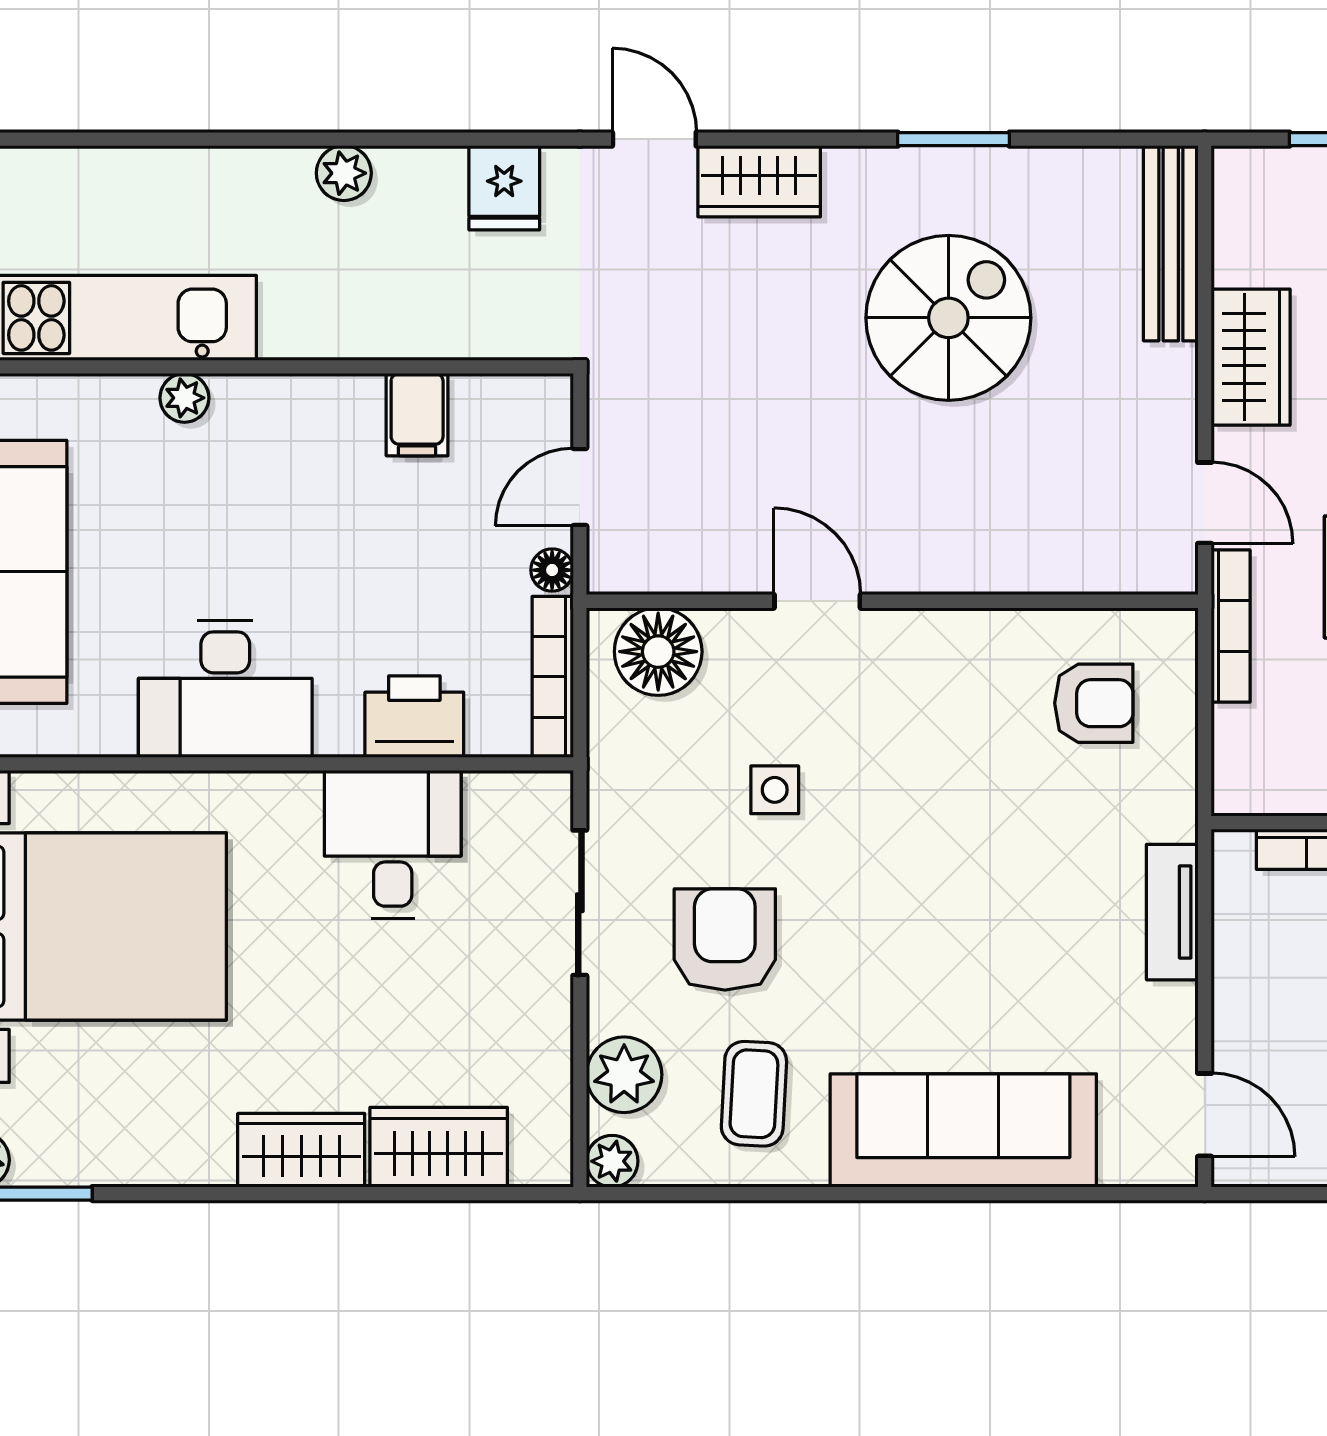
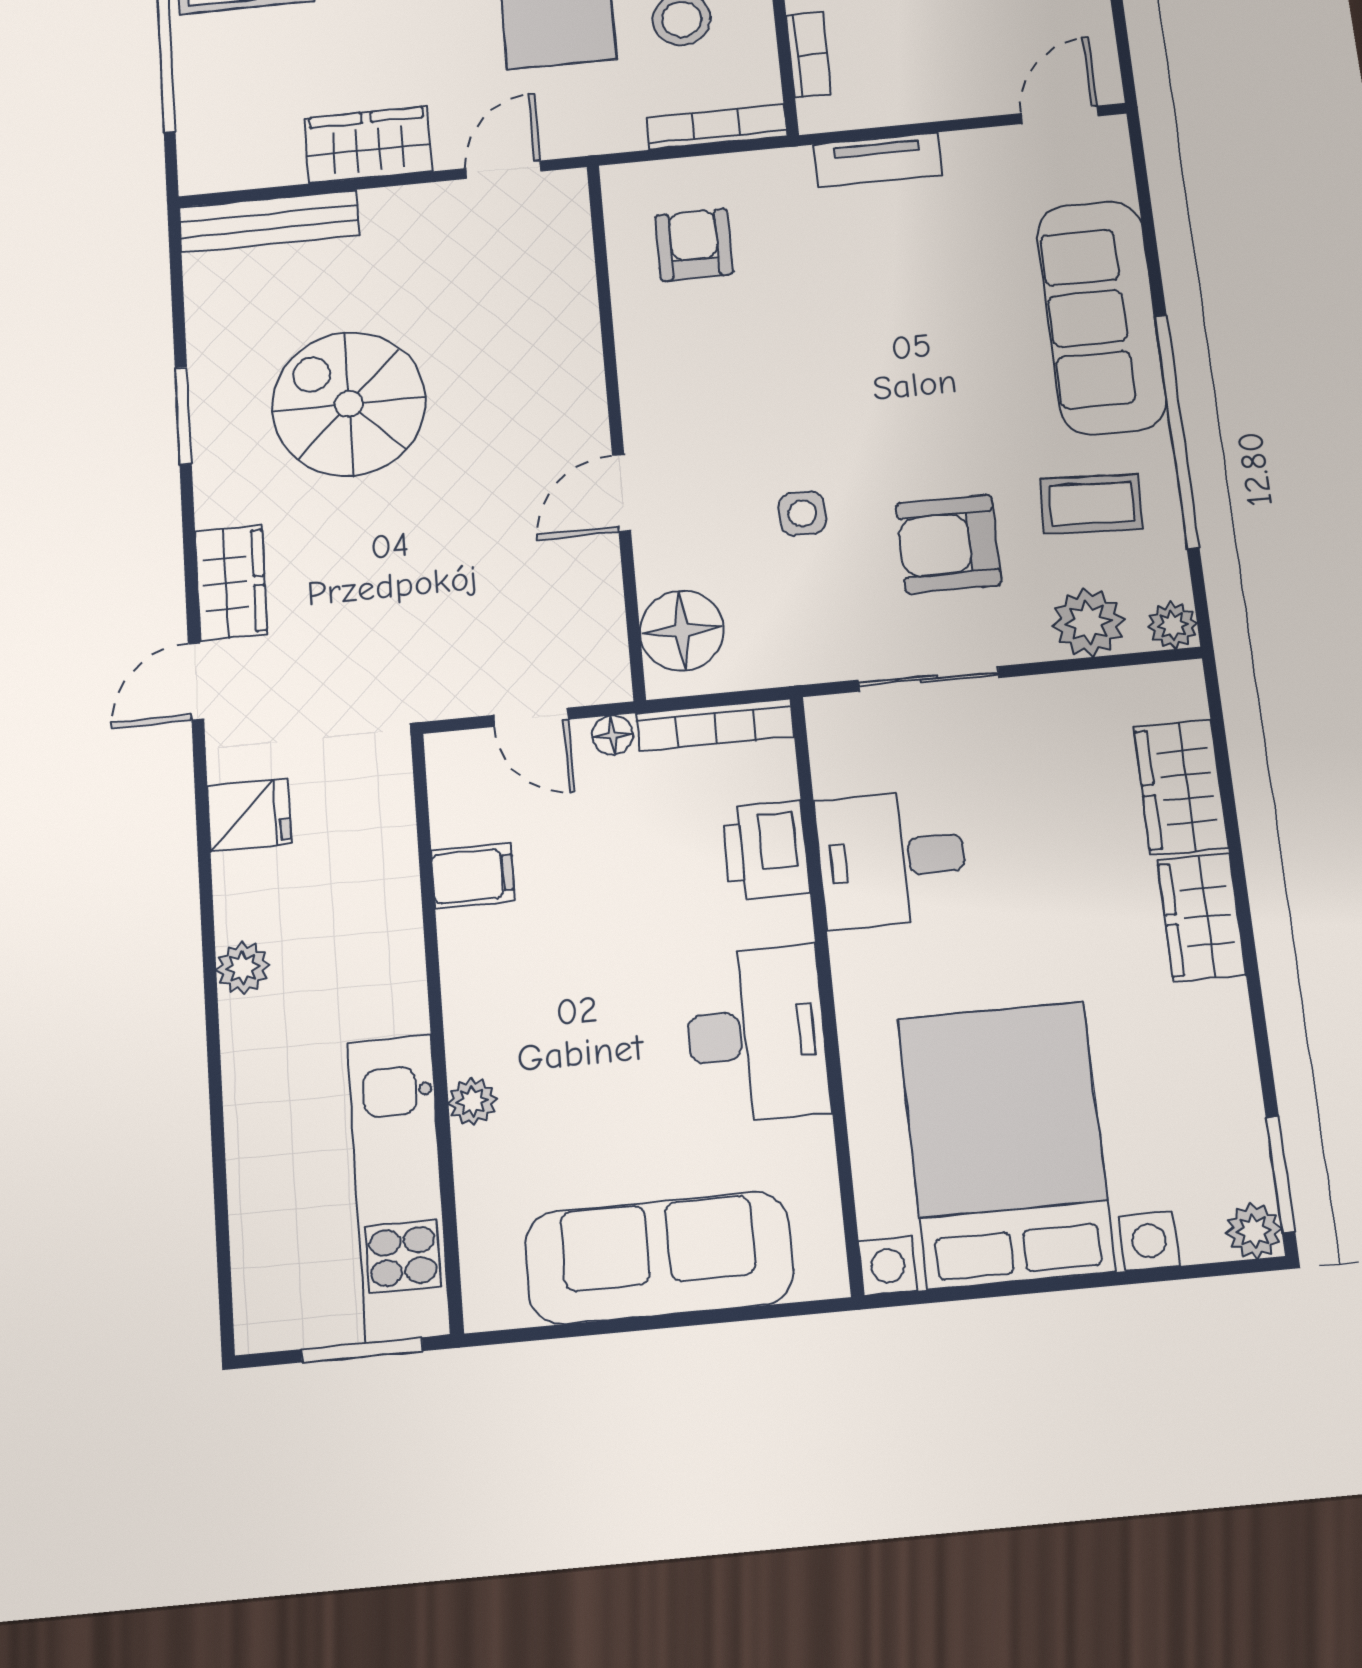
bookcase: (1231, 626) -> (716, 127), moved
window: (826, 1194) -> (1177, 431), added

